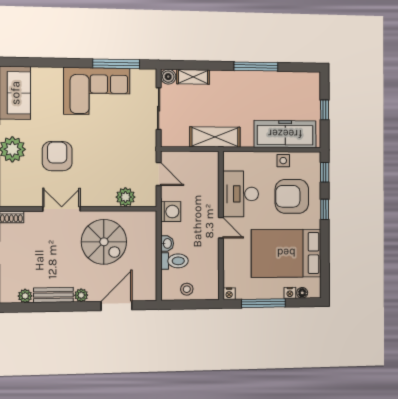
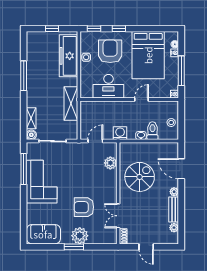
armchair: (292, 196) -> (110, 51), turned 180
double door: (62, 209) -> (118, 216), moved
door: (221, 228) -> (142, 100), moved

